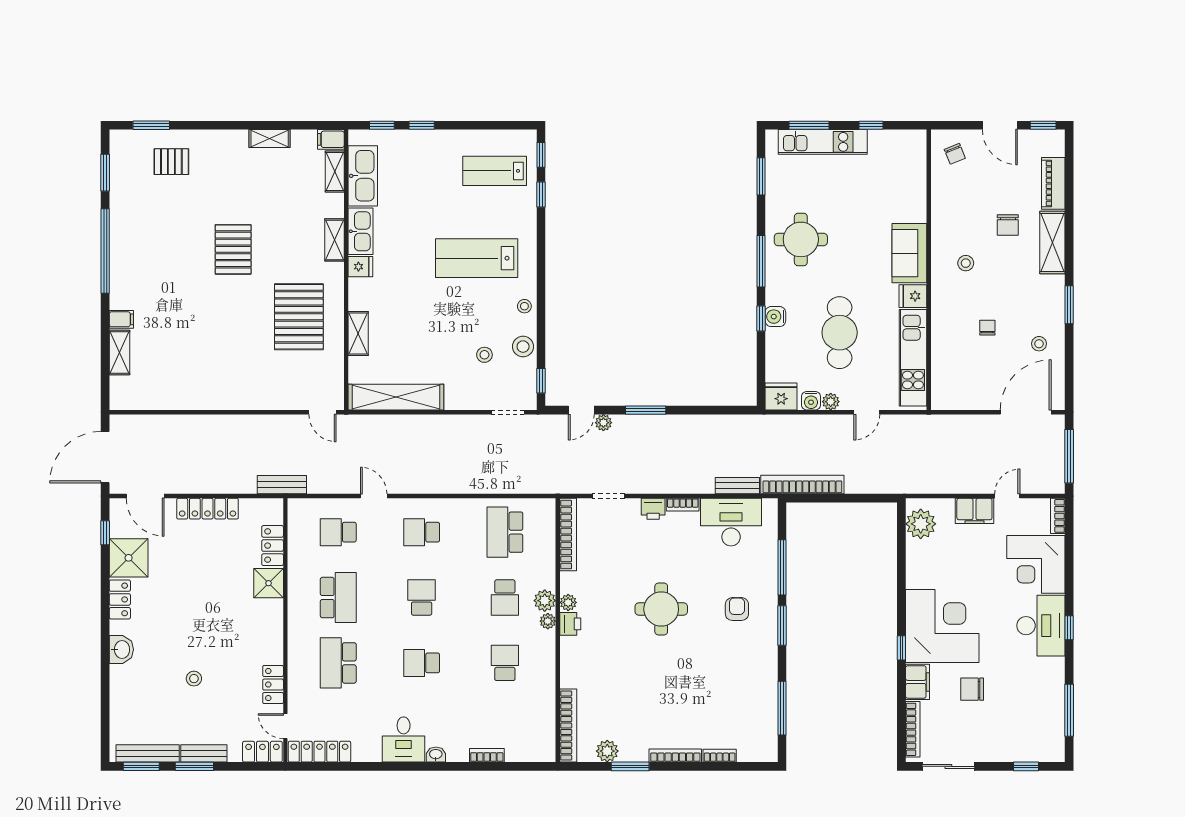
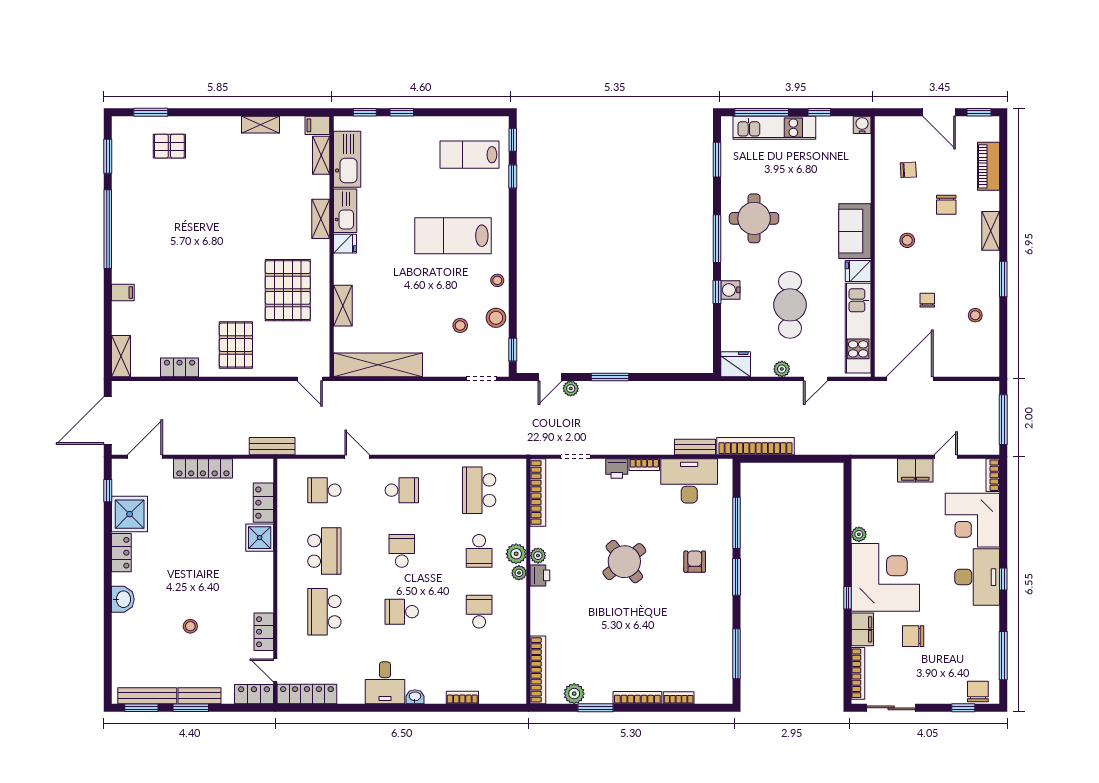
window: (809, 125) -> (762, 112), width x1.44
chair: (955, 154) -> (908, 170), moved, turned -71
shelving: (1052, 242) -> (991, 231), width x0.67, depth x0.75
pallet: (233, 249) -> (236, 345), moved
shelving: (119, 352) -> (121, 356), moved
locker: (182, 400) -> (180, 367), added
water cooler: (811, 401) -> (862, 125), moved, turned 180
door: (1026, 412) -> (910, 379), moved
door: (145, 496) -> (145, 457), swing flipped
plant: (921, 524) -> (859, 534), moved, width x0.53, depth x0.53
school desk: (422, 532) -> (402, 490), turned 180
round table: (661, 609) -> (624, 562), turned -38
chair: (1042, 749) -> (978, 692), added

